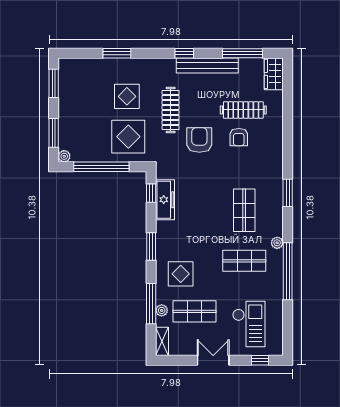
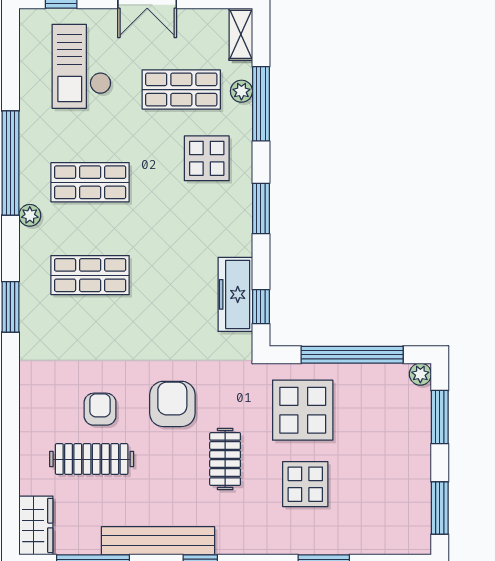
clothes rail: (171, 110) -> (225, 459), width x0.73
armchair: (199, 140) -> (172, 404), turned 180
shop shelf: (244, 210) -> (90, 275), turned 90

